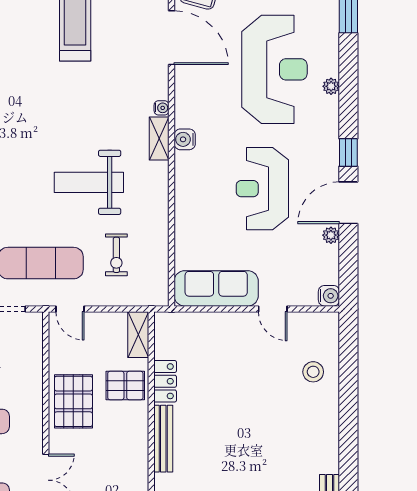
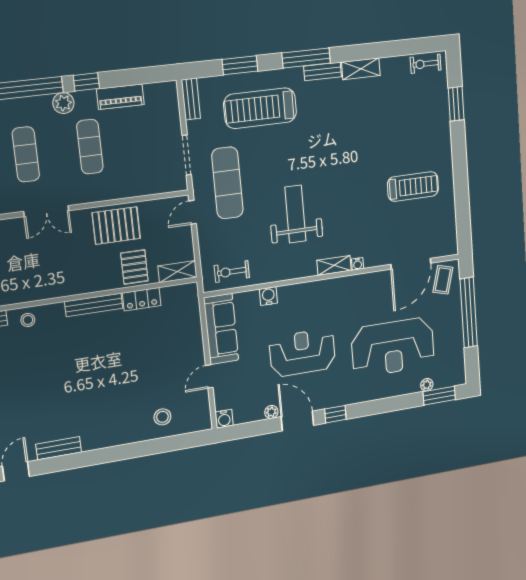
plant: (331, 86) -> (427, 385), moved
water cooler: (185, 139) -> (268, 296), moved
exercise bike: (116, 255) -> (232, 272), moved

